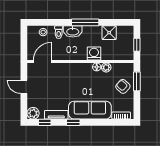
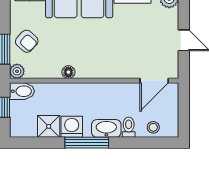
washing machine: (94, 53) -> (72, 127), moved, turned 180
bidet: (126, 55) -> (22, 91), added
plant: (106, 67) -> (17, 71), moved

